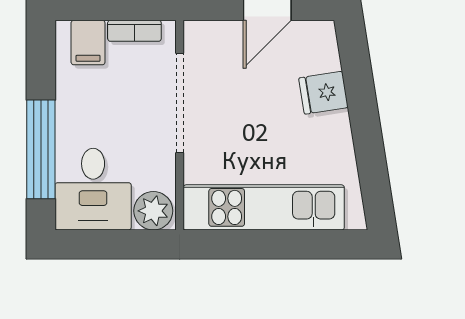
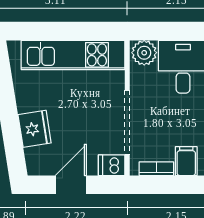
dishwasher: (204, 36) -> (112, 165), added
fridge: (324, 93) -> (35, 129), width x1.38

